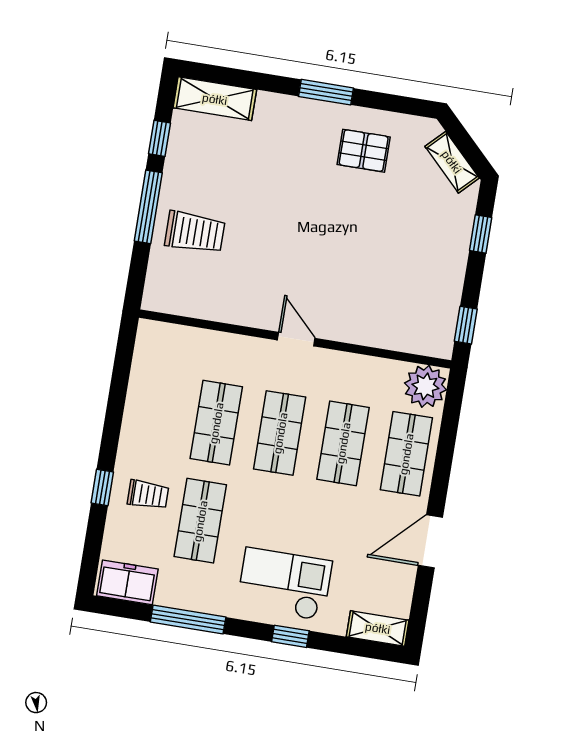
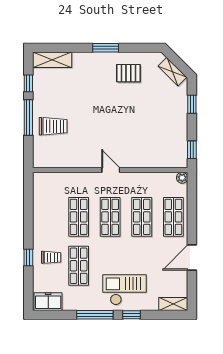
plant: (425, 386) -> (182, 178), width x0.53, depth x0.53
window: (188, 620) -> (95, 315), moved

